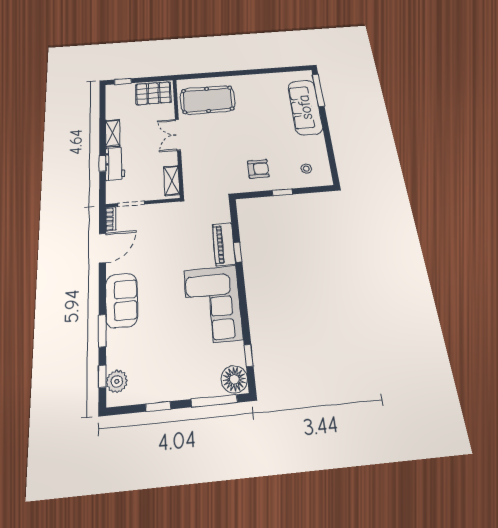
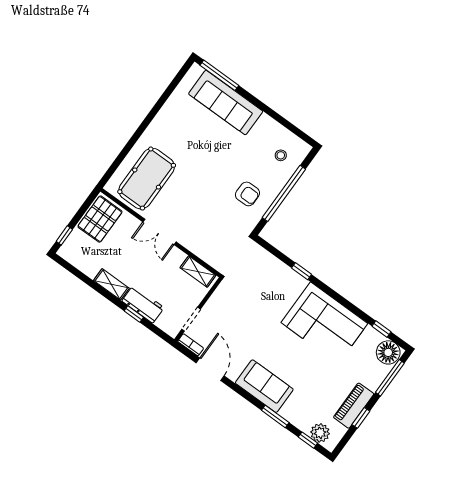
armchair: (258, 169) -> (247, 194), turned 90
window: (282, 192) -> (284, 193), width x3.17
piano: (224, 244) -> (354, 406), moved, turned 90

